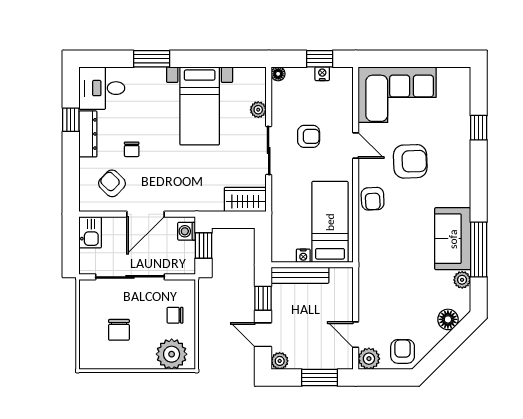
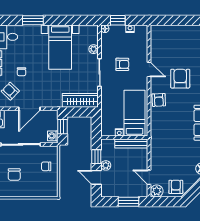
window: (320, 59) -> (118, 20), moved
corner sofa: (397, 95) -> (173, 41), removed
armchair: (410, 161) -> (180, 79), turned -88
wardrobe: (245, 200) -> (80, 100), width x1.50
washing machine: (187, 231) -> (53, 136), moved
bench: (300, 275) -> (131, 143), moved
plant: (172, 354) -> (44, 188), removed
plant: (280, 361) -> (106, 165), moved

